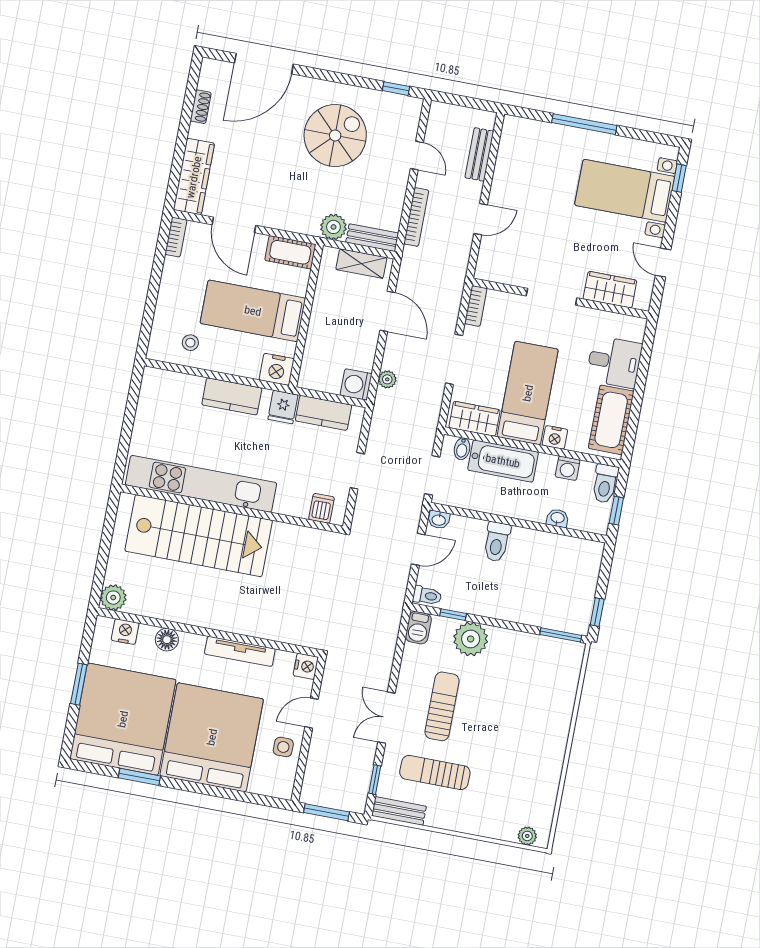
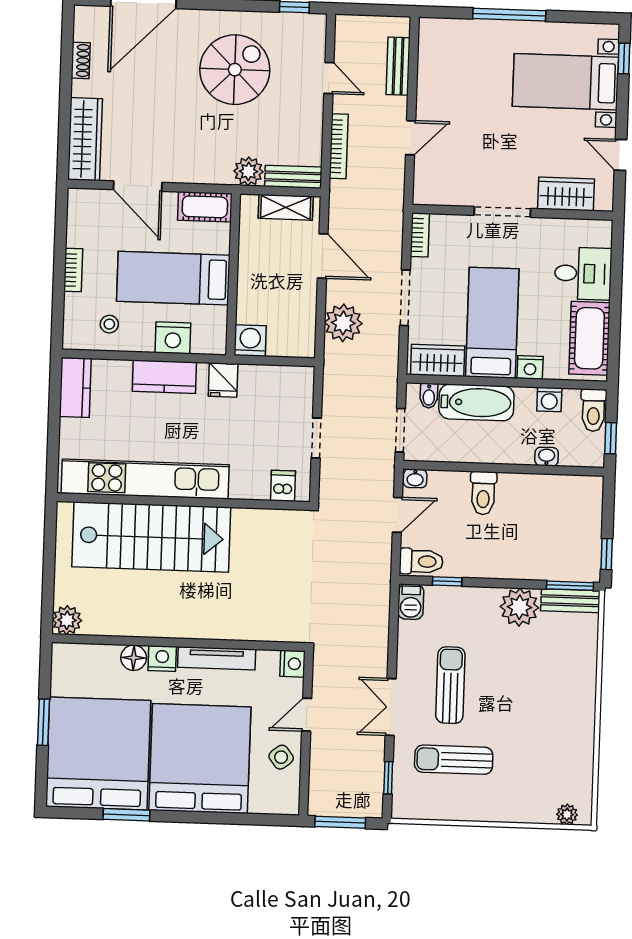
bookcase: (176, 237) -> (73, 270), moved
nightstand: (277, 369) -> (173, 338), moved
plant: (387, 379) -> (343, 323), width x1.88, depth x1.88
washing machine: (356, 384) -> (250, 341), moved, turned 90
kitchen counter: (323, 413) -> (75, 387), moved, turned -90
toilet: (427, 596) -> (421, 561), width x1.37, depth x1.39
nightstand: (125, 632) -> (162, 659), moved
plant: (471, 639) -> (519, 607), moved
side table: (283, 747) -> (281, 757), turned -38
bench: (399, 811) -> (570, 601), moved

